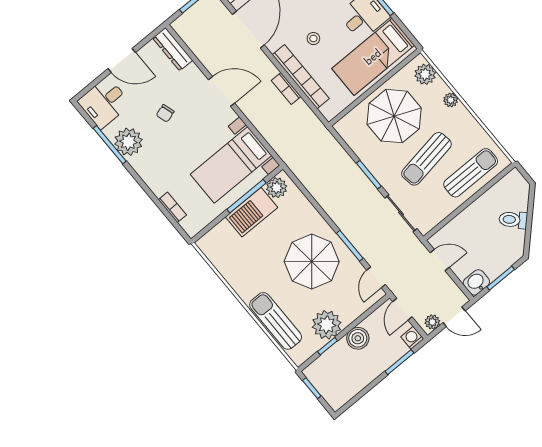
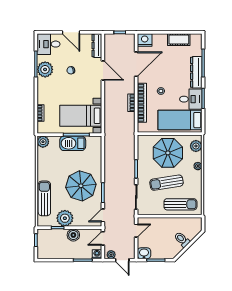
door: (222, 91) -> (103, 71), moved
plant: (277, 188) -> (43, 142), moved
door: (440, 260) -> (136, 231), hinge flipped

